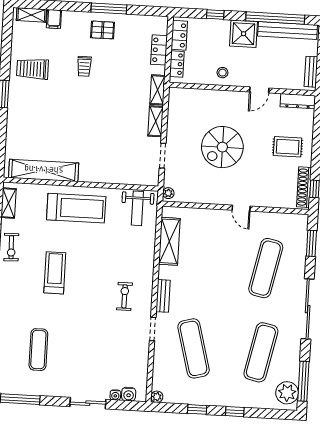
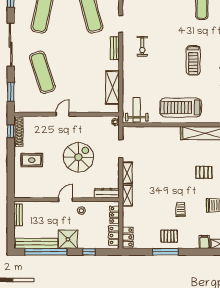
locker: (159, 50) -> (128, 237), moved
door: (259, 90) -> (65, 200), moved
dresser: (298, 101) -> (107, 193), moved
pallet: (49, 116) -> (204, 172), added
door: (241, 208) -> (62, 114), hinge flipped
exercise mat: (266, 268) -> (42, 72), turned -30

